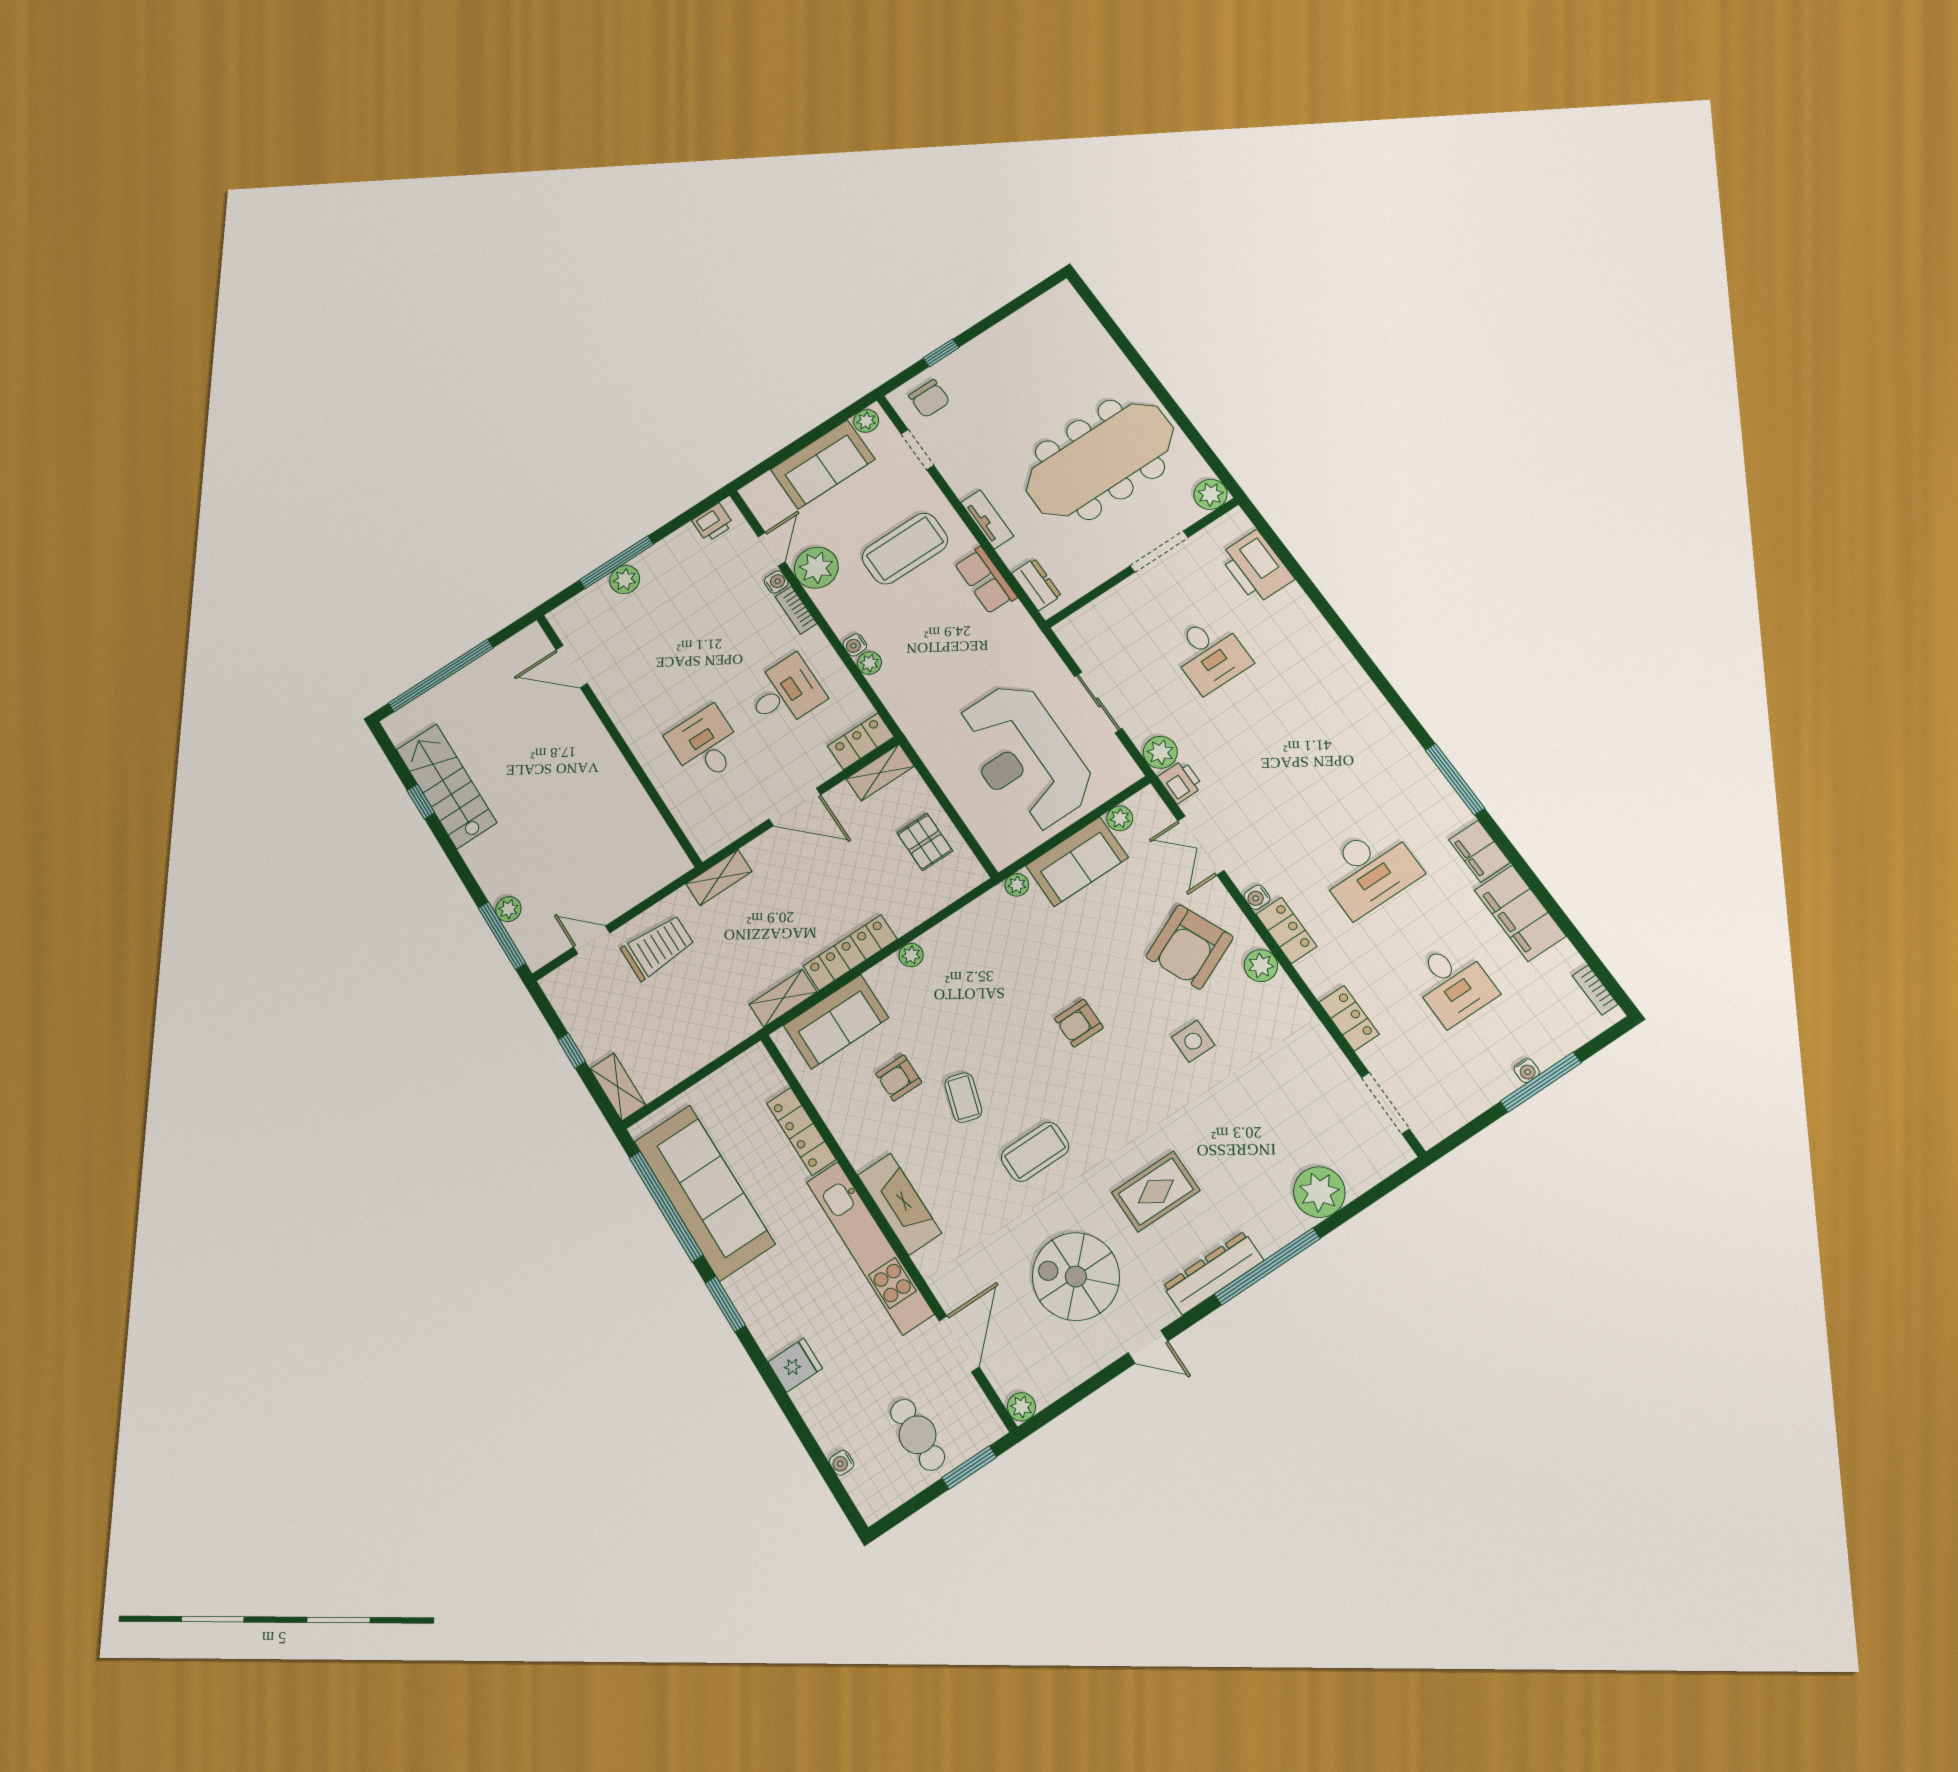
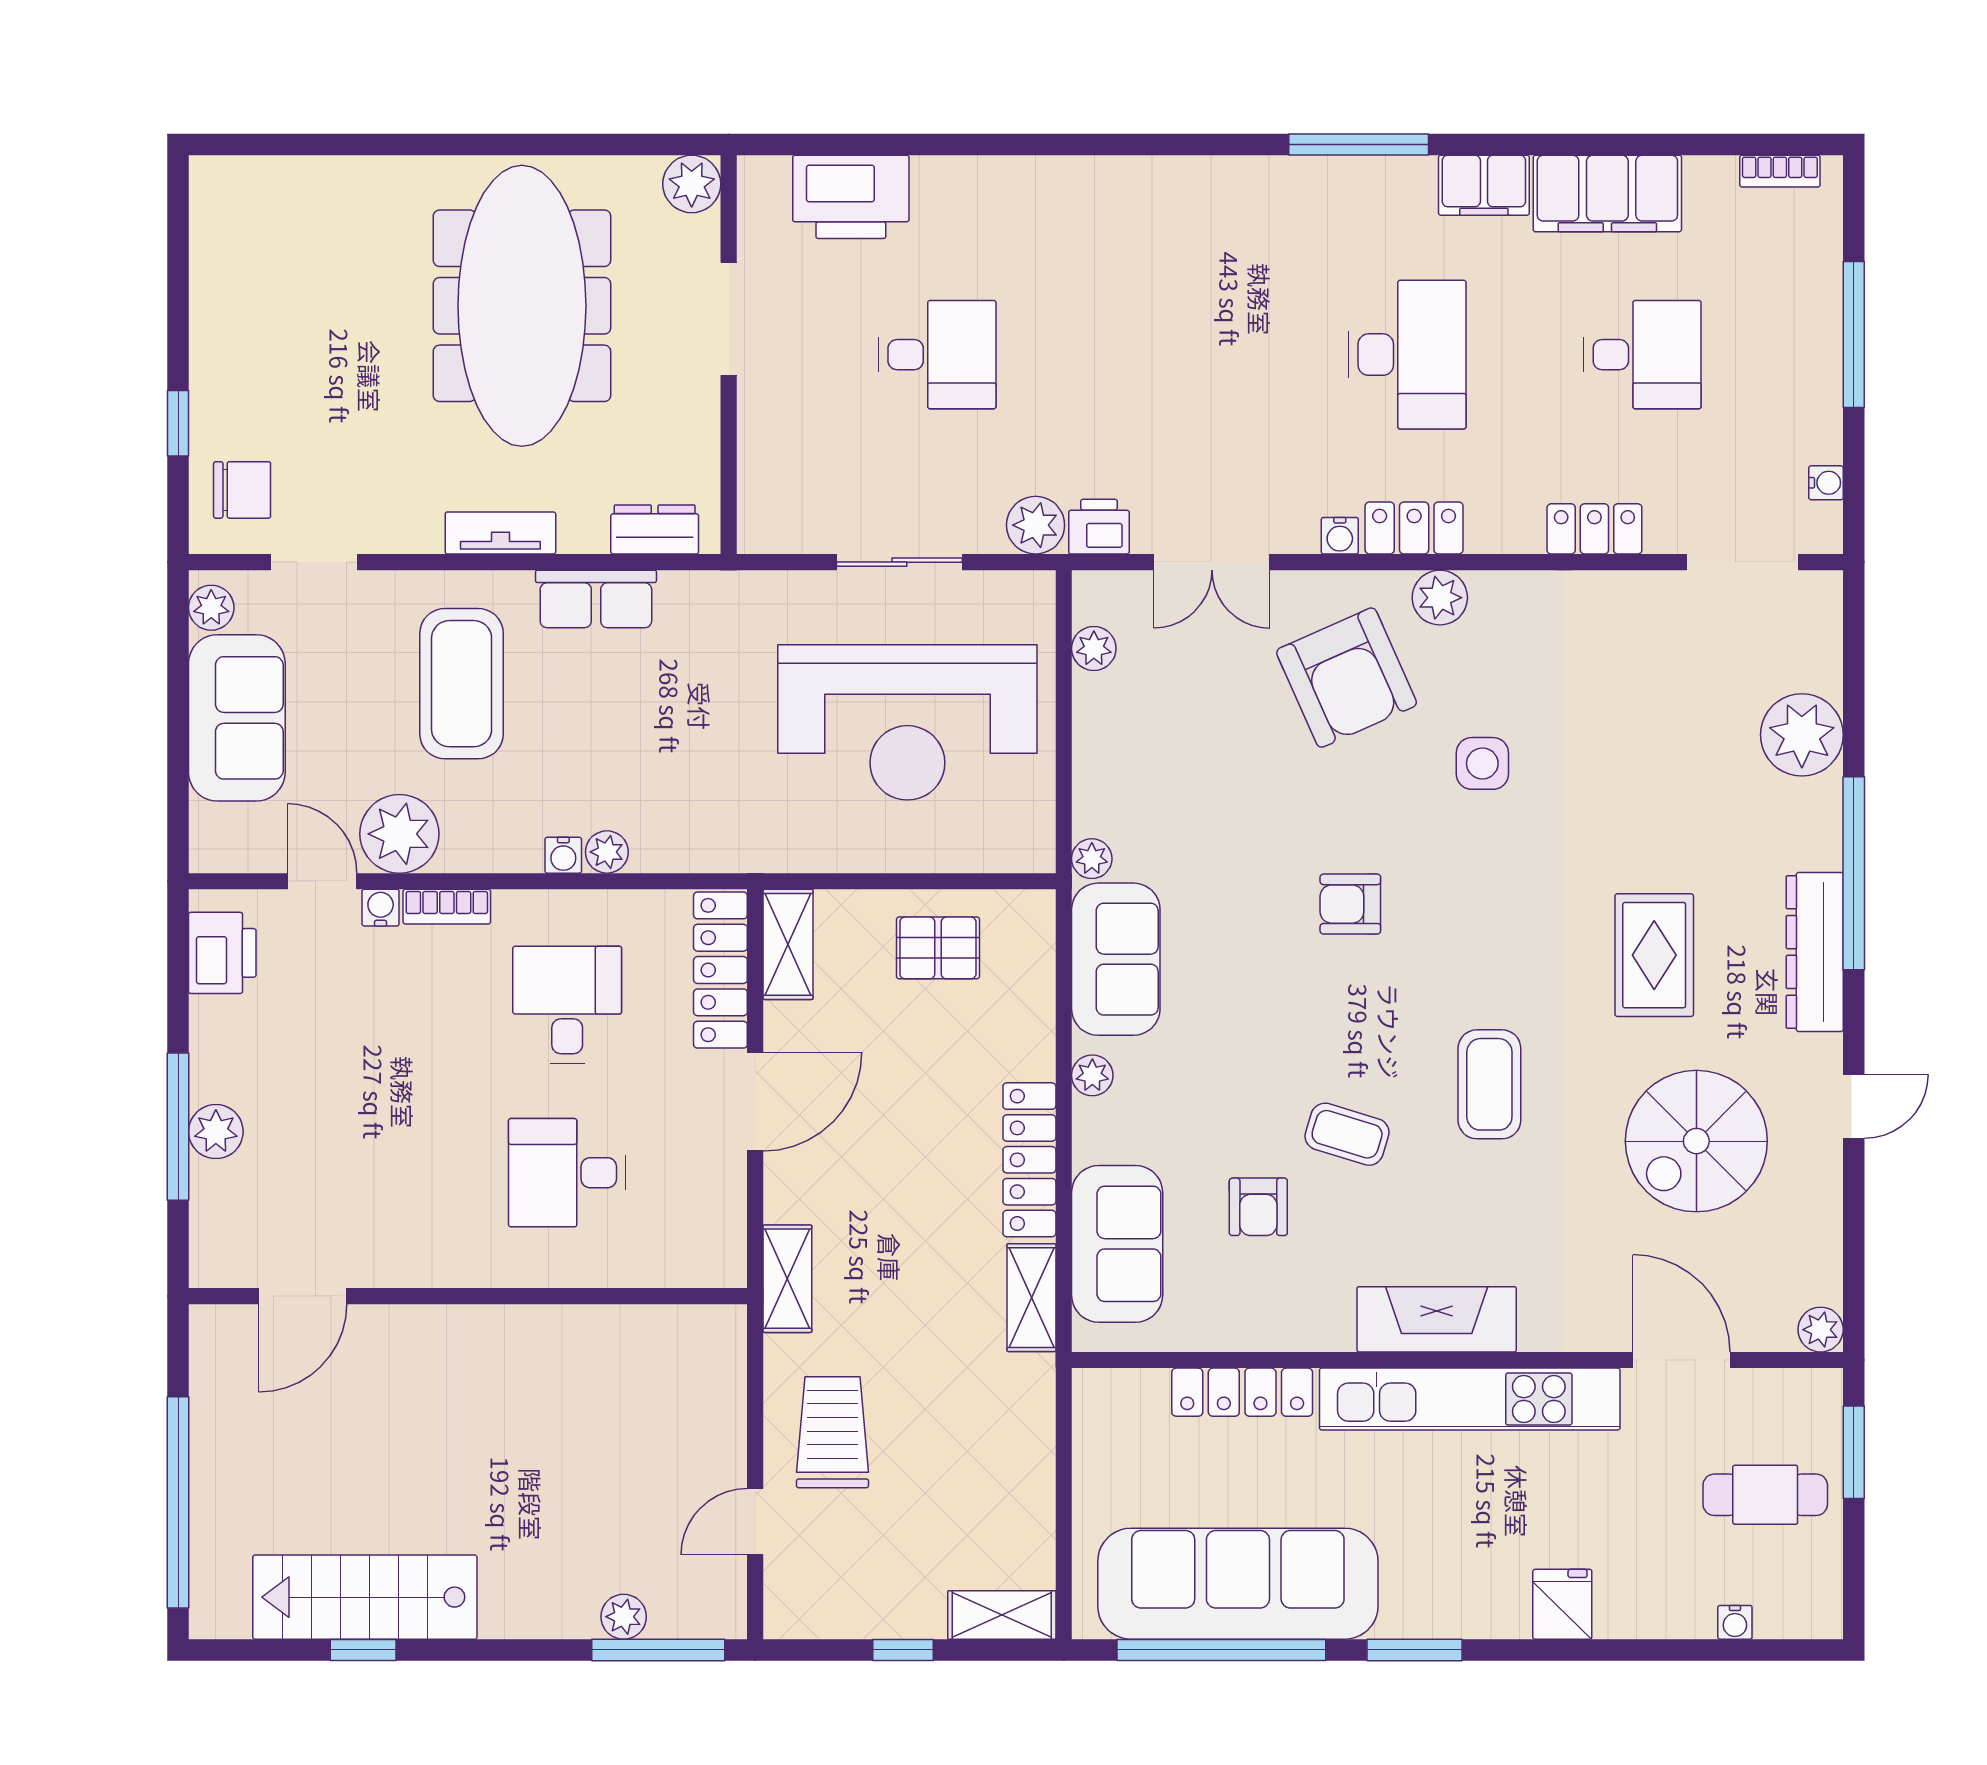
printer: (713, 523) -> (222, 953), width x1.36, depth x1.24
locker: (861, 741) -> (720, 970), width x1.53
sofa: (1077, 862) -> (1116, 959), moved
armchair: (1079, 1023) -> (1350, 904), turned 90
water cooler: (1527, 1071) -> (1826, 483), moved

